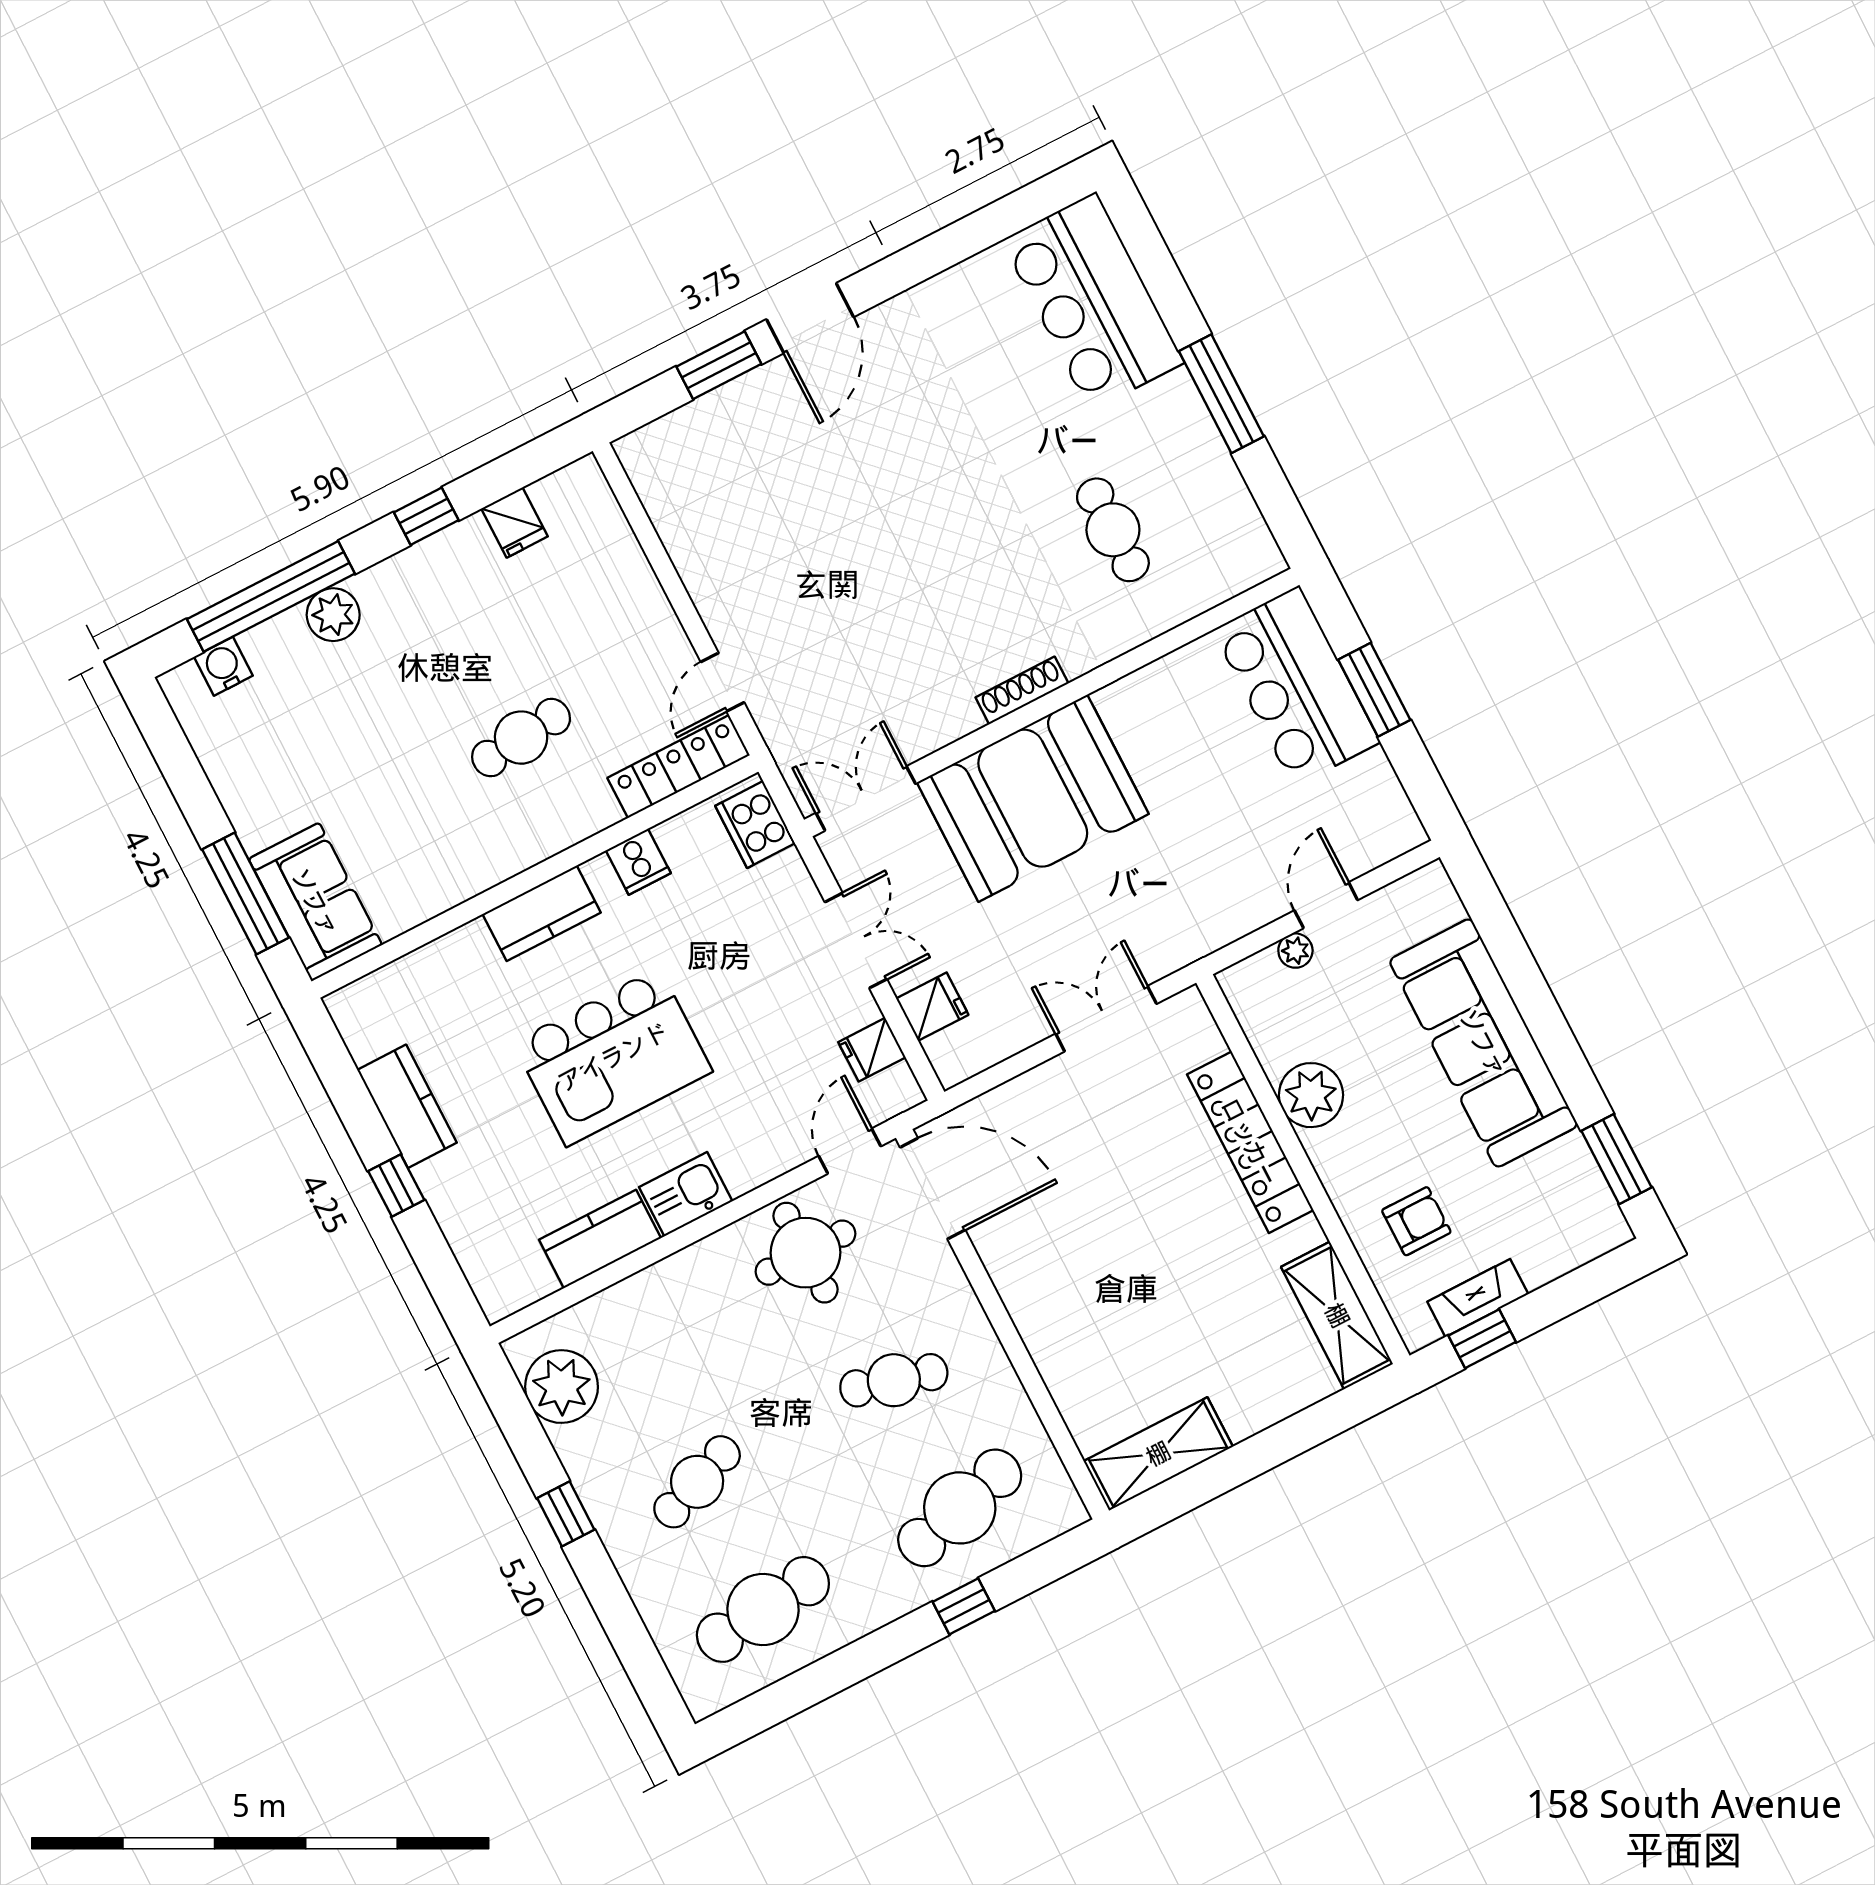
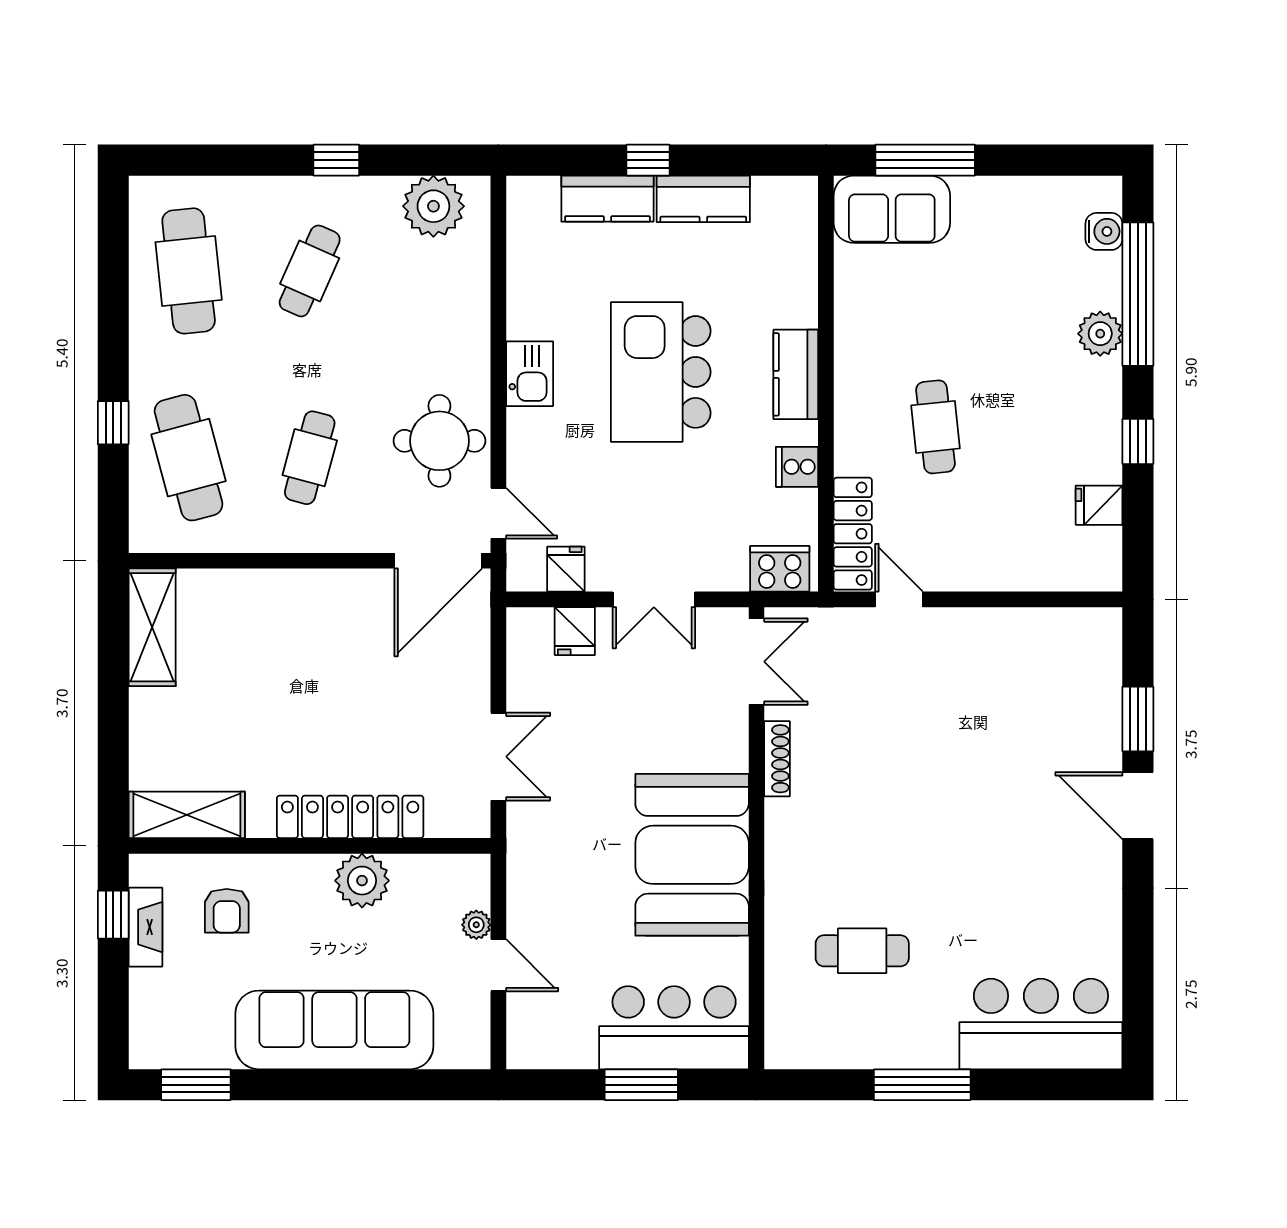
shoe rack: (1022, 690) -> (777, 759), moved
booth: (1033, 798) -> (692, 855), moved
kitchen counter: (600, 1239) -> (607, 199), moved, turned 90
cafe table: (697, 1482) -> (310, 271), turned 45

